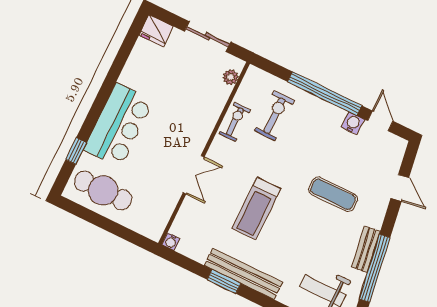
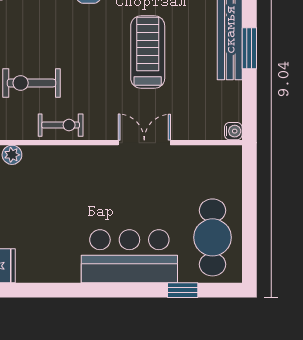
exercise bike: (235, 122) -> (61, 125), turned 180
treadmill: (256, 208) -> (148, 52), turned -90

